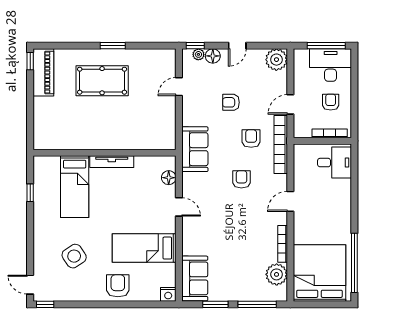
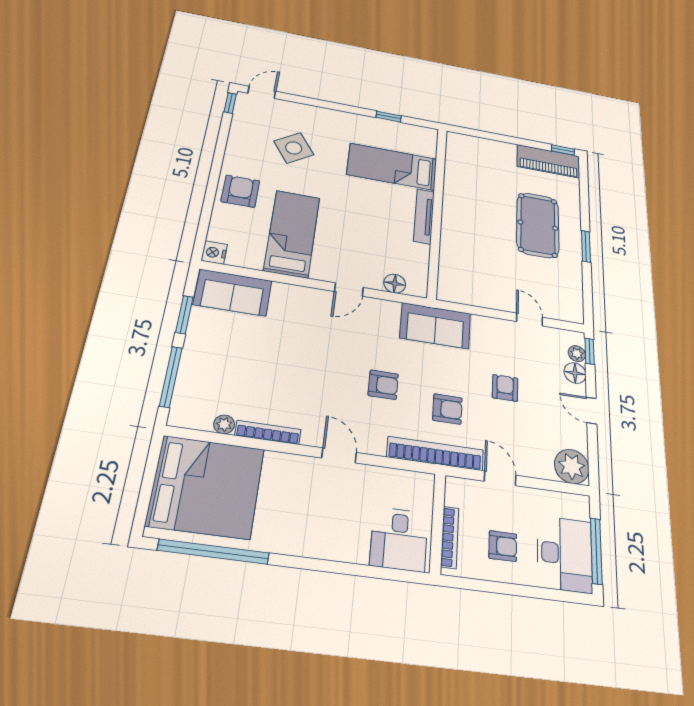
plant: (277, 274) -> (224, 424), width x0.53, depth x0.53
armchair: (118, 286) -> (240, 191), turned -90

